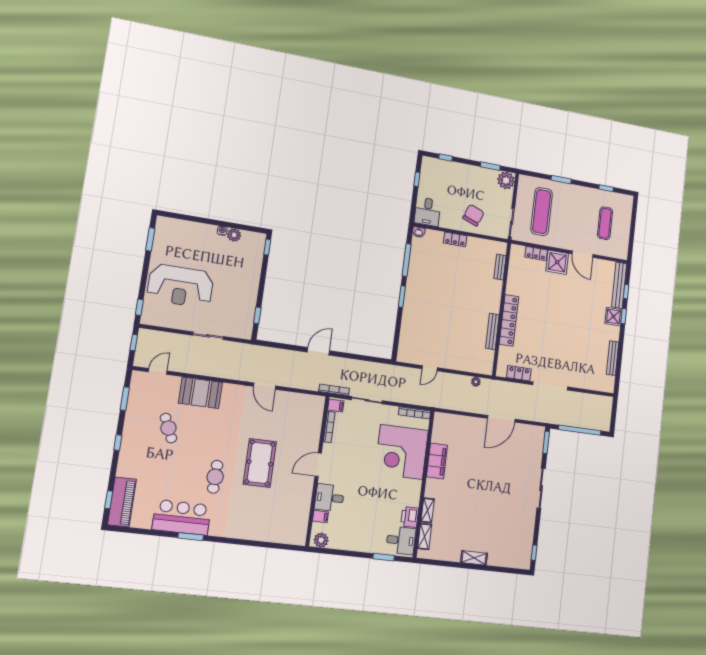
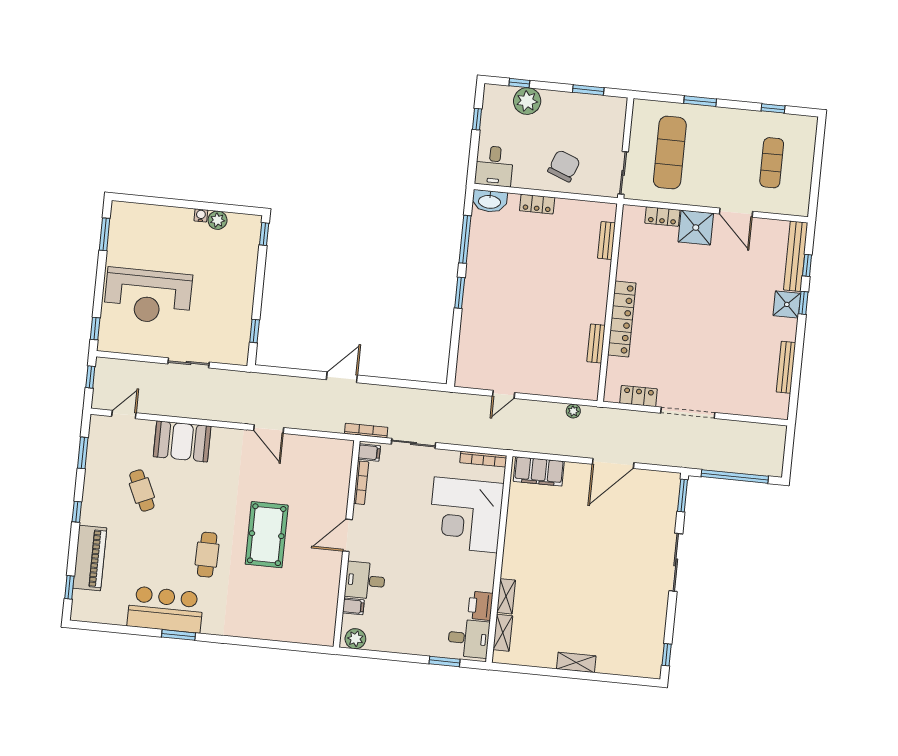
plant: (506, 180) -> (527, 101), moved
washbasin: (419, 232) -> (490, 201), width x1.91, depth x1.45
bench: (492, 331) -> (596, 343), width x0.73
filing cabinet: (437, 461) -> (539, 471), moved, turned 90
piano: (122, 502) -> (90, 558), moved

